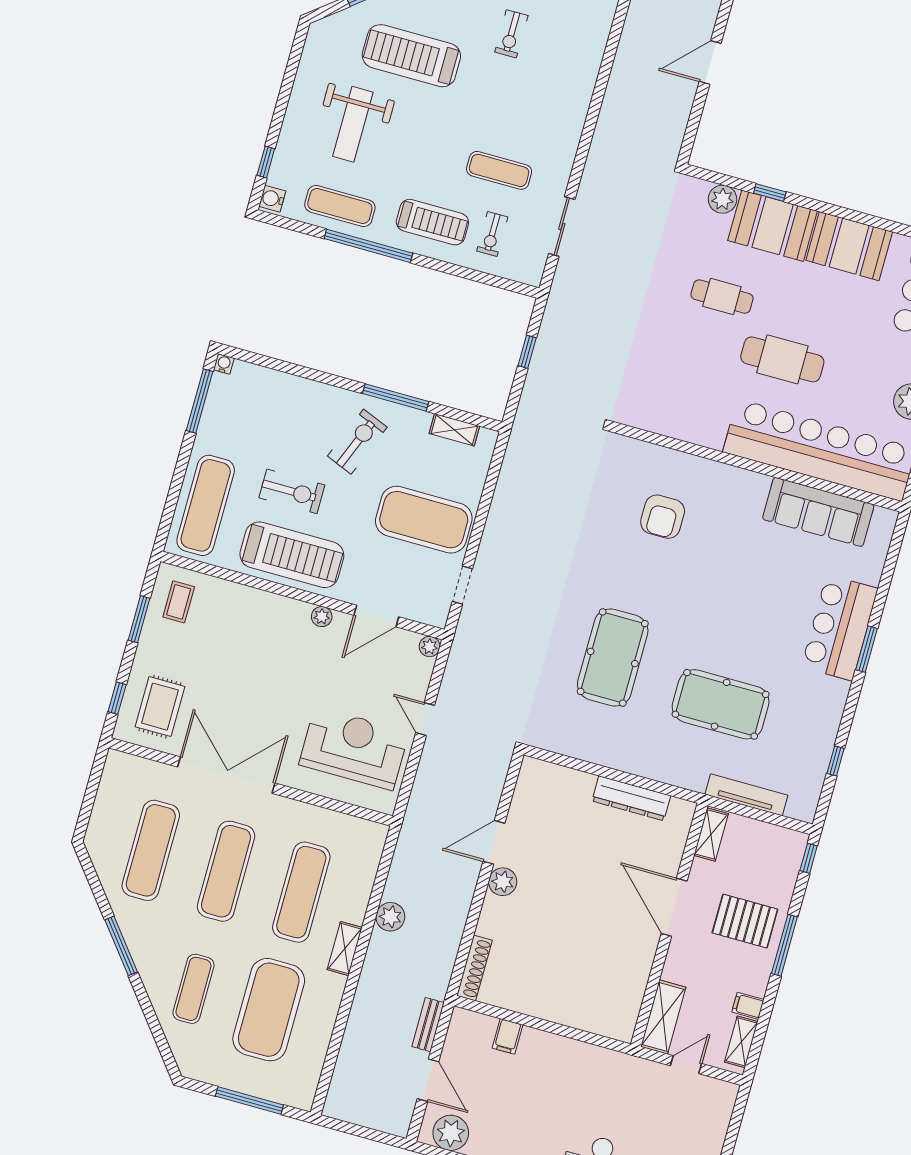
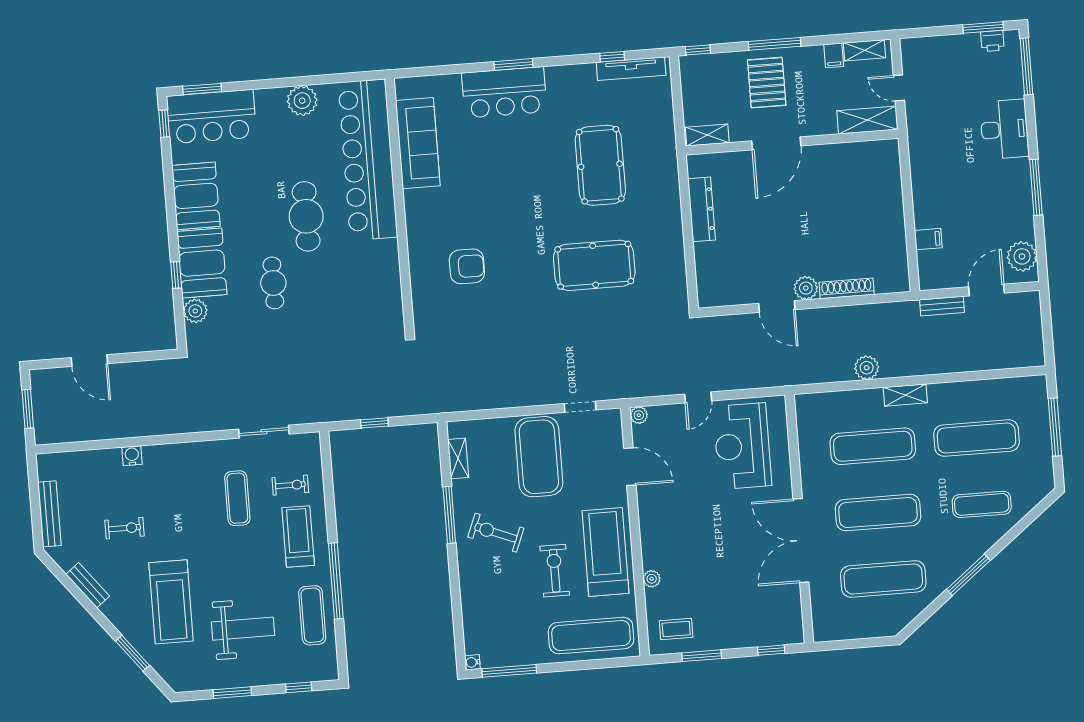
window: (287, 87) -> (232, 693), added
water cooler: (272, 199) -> (132, 456), moved, turned 180
plant: (322, 617) -> (652, 579), moved
rug: (160, 707) -> (765, 613), removed
tv unit: (746, 795) -> (631, 69), moved, turned -90
shoe rack: (474, 968) -> (847, 288), moved
exercise mat: (269, 1010) -> (976, 438), width x0.68

